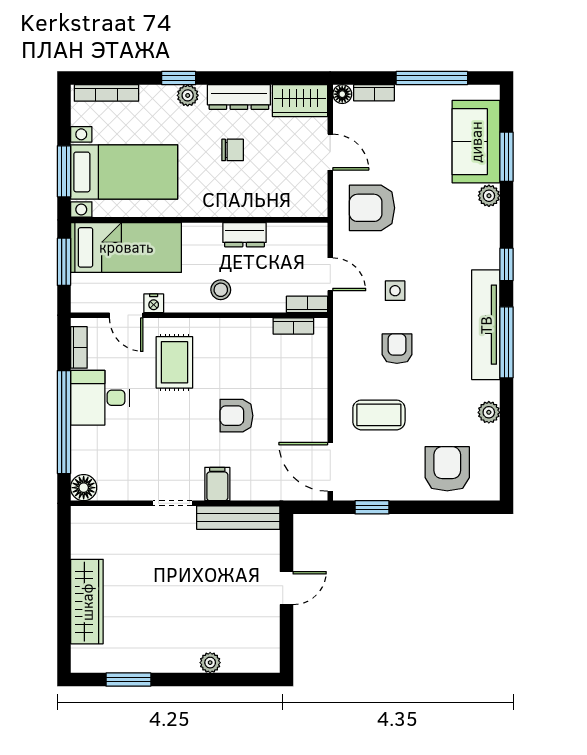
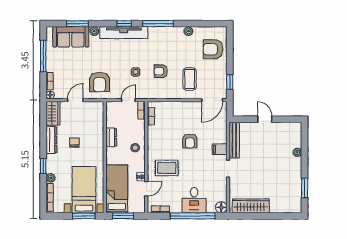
plant: (188, 95) -> (51, 178), moved
tv unit: (486, 325) -> (124, 33), moved
desk: (100, 398) -> (194, 200), moved
wardrobe: (87, 602) -> (251, 206), moved

